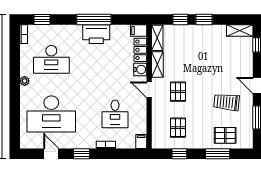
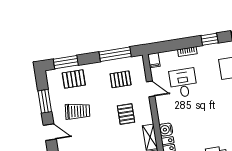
door: (149, 90) -> (151, 89), moved
pallet: (178, 128) -> (121, 79), turned 90
window: (179, 154) -> (115, 54), width x2.17
window: (218, 154) -> (66, 62), moved

